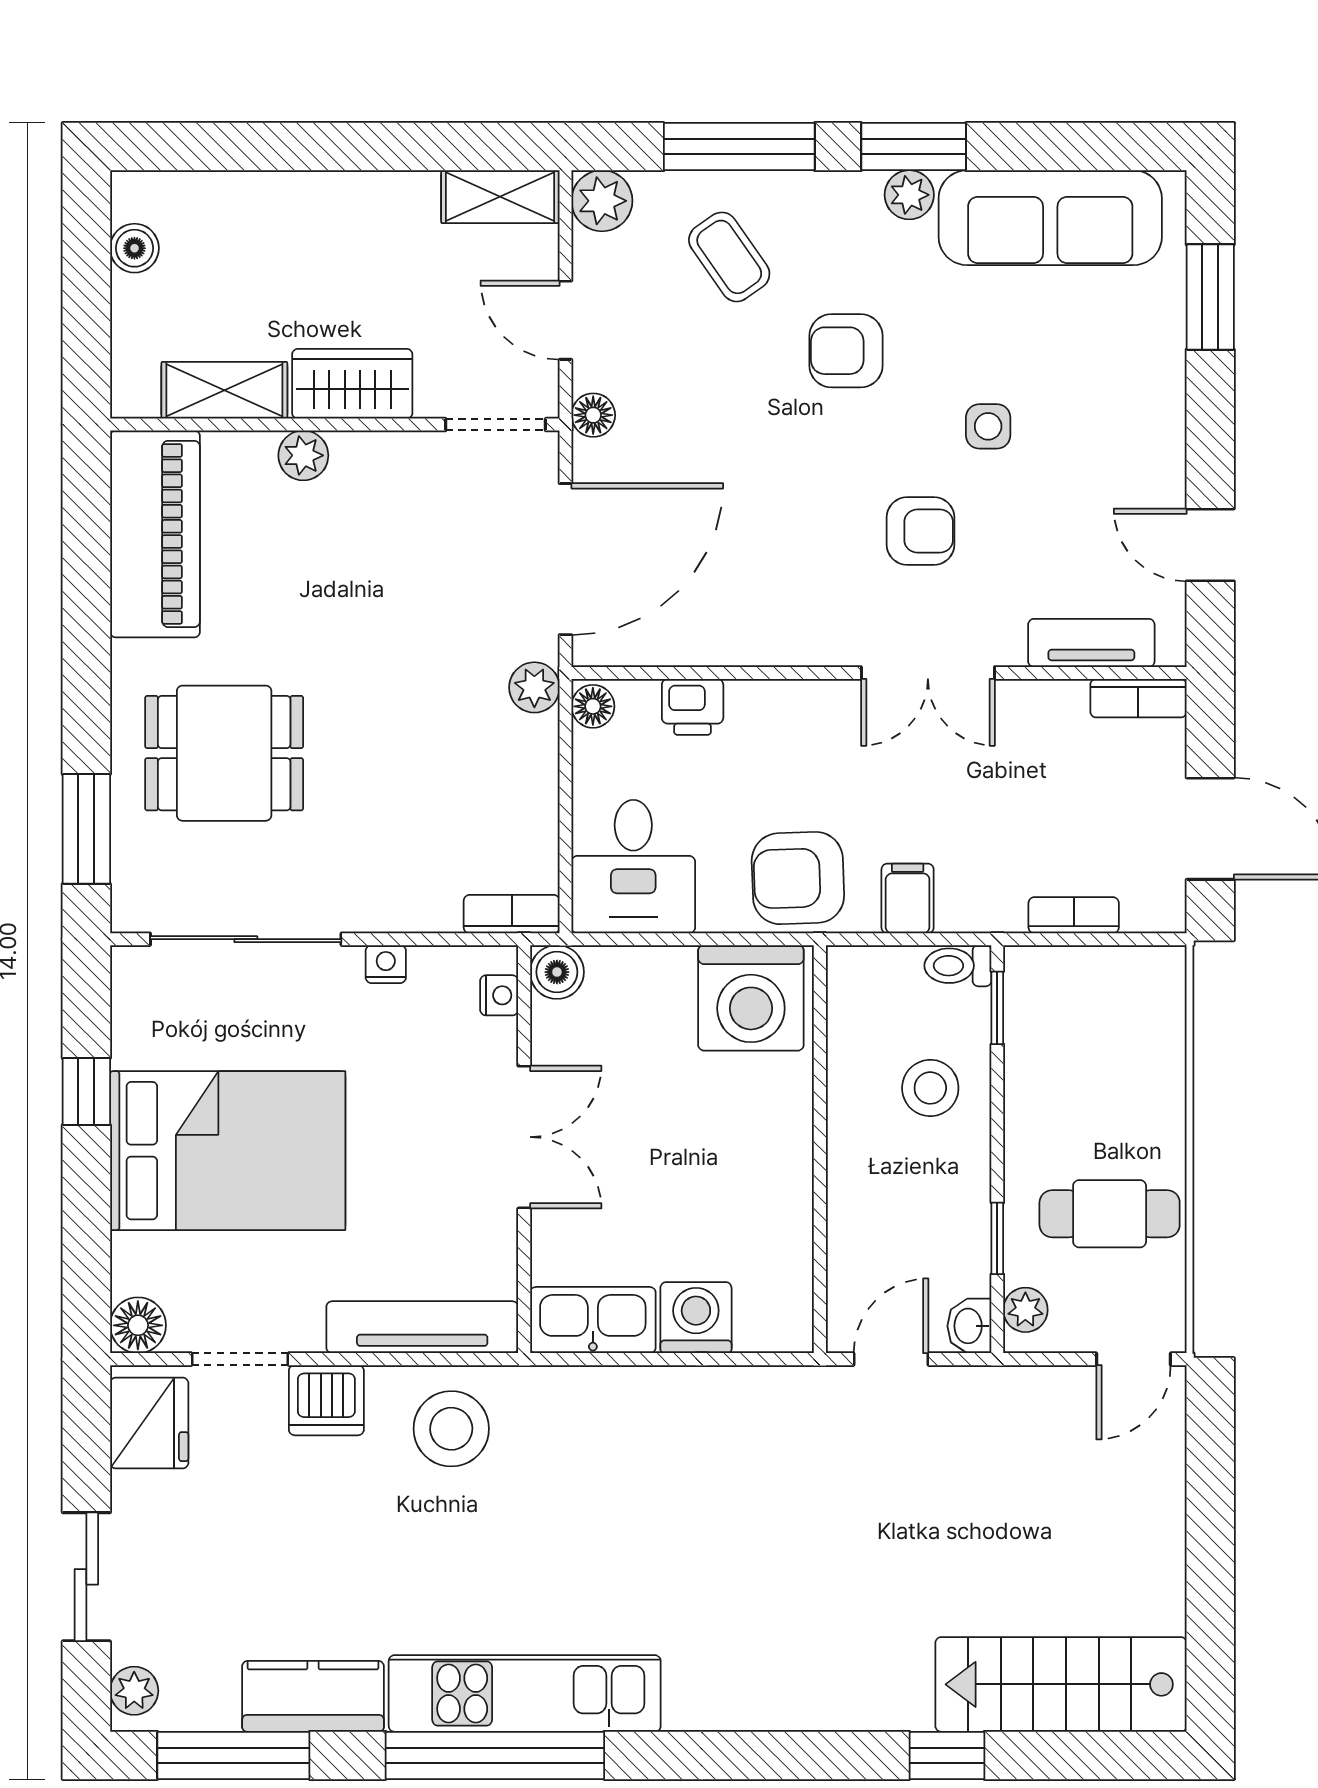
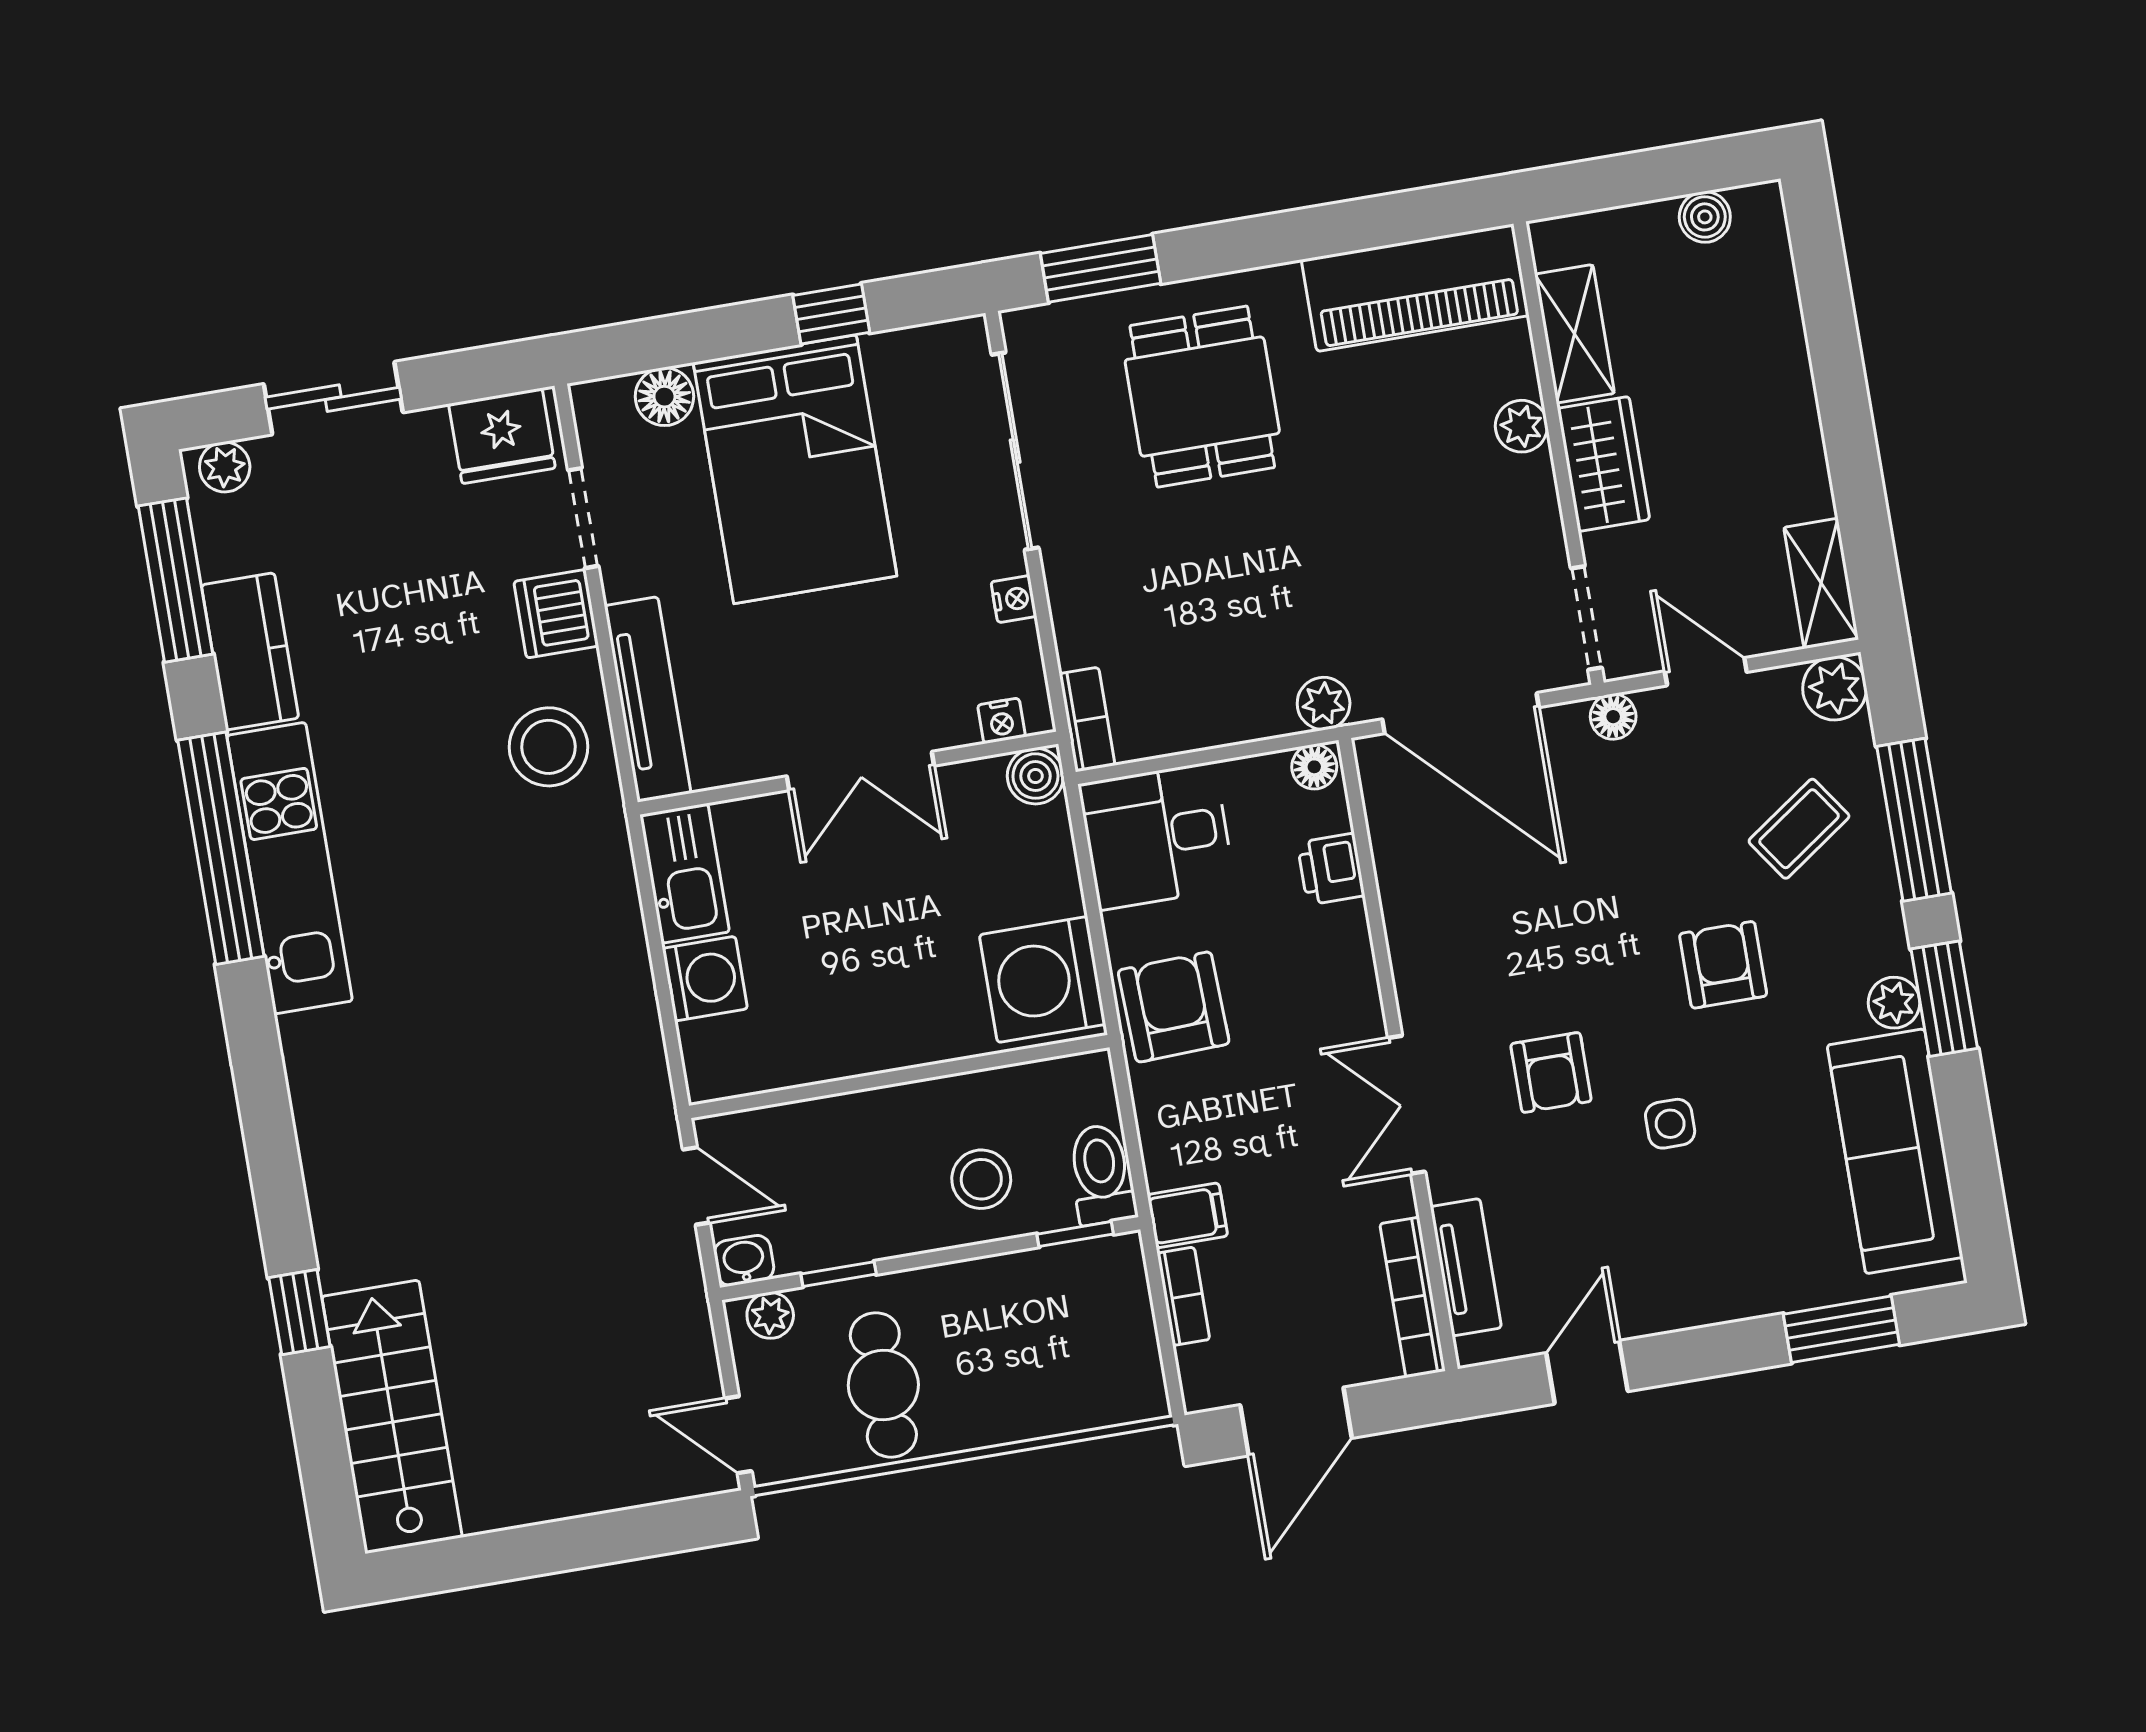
door: (565, 320) -> (1706, 672), hinge flipped
bookcase: (1138, 698) -> (1413, 1297), width x1.56
filing cabinet: (908, 898) -> (1187, 1215), moved
toilet: (958, 966) -> (1101, 1174), width x1.37, depth x1.39
floor lamp: (138, 1325) -> (664, 397), moved

